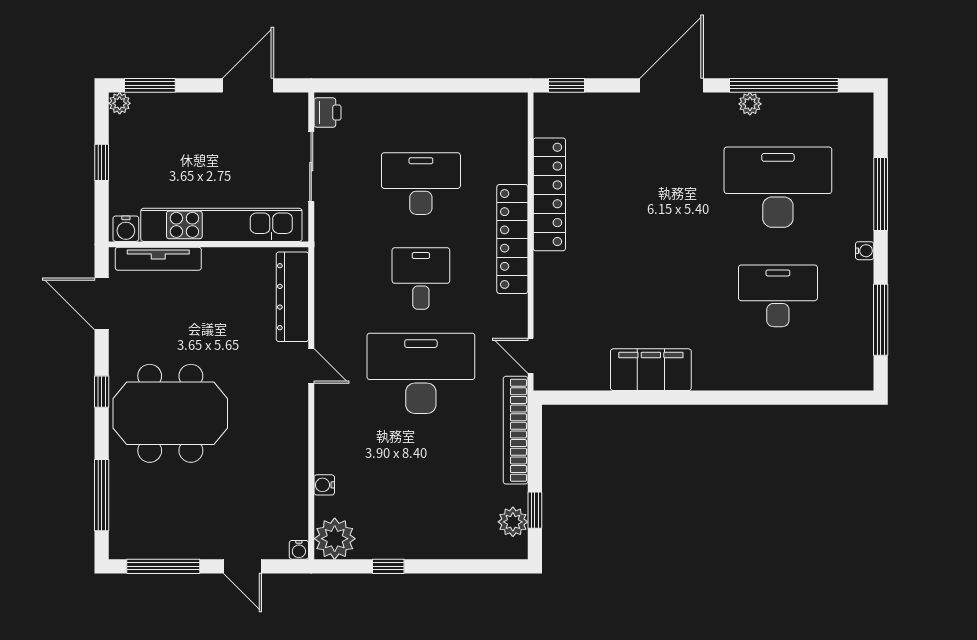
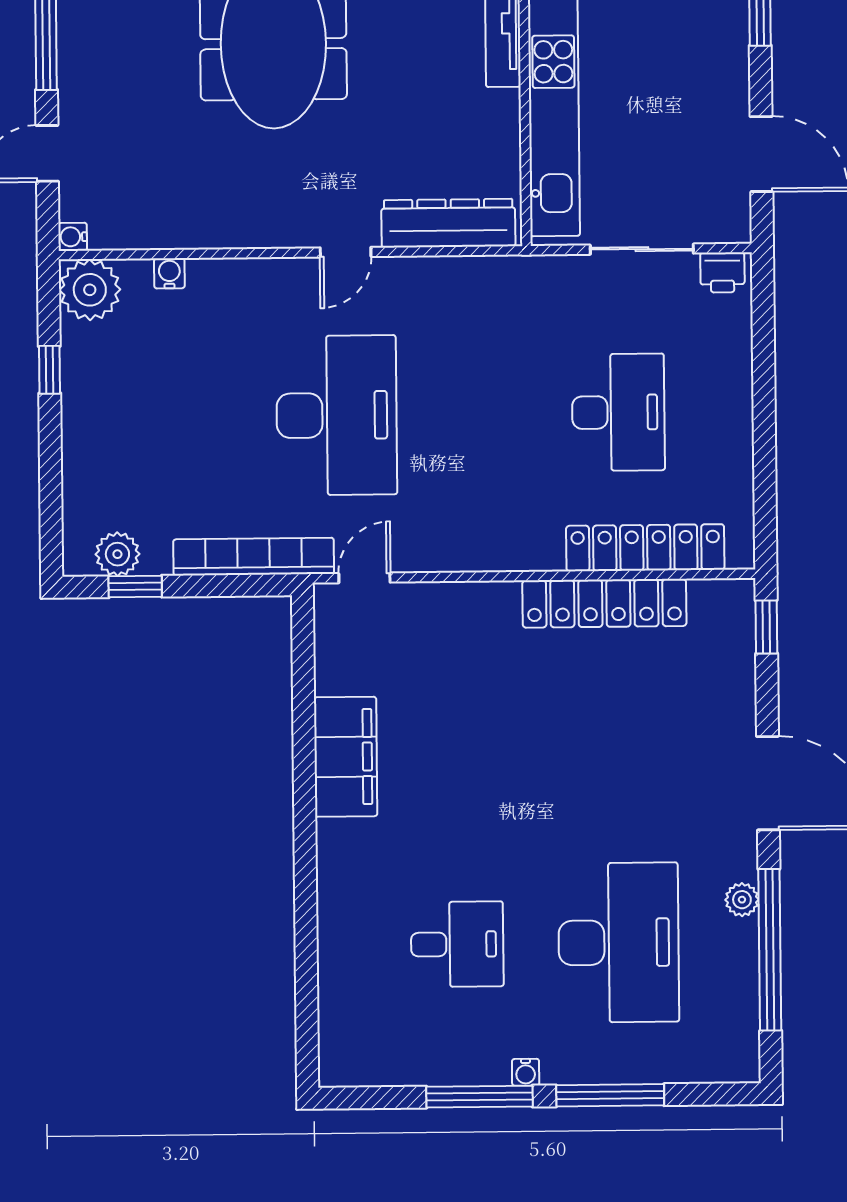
locker: (512, 239) -> (645, 548), moved
desk: (421, 278) -> (477, 414), removed
desk: (778, 296) -> (457, 944), width x0.73
window: (881, 320) -> (479, 1097), moved

